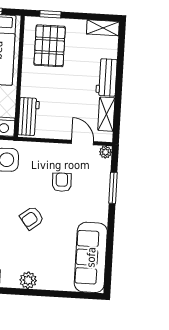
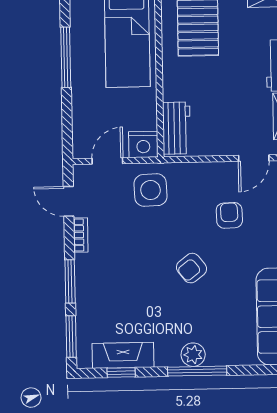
door: (83, 143) -> (254, 158), swing flipped
window: (30, 292) -> (197, 371), added

